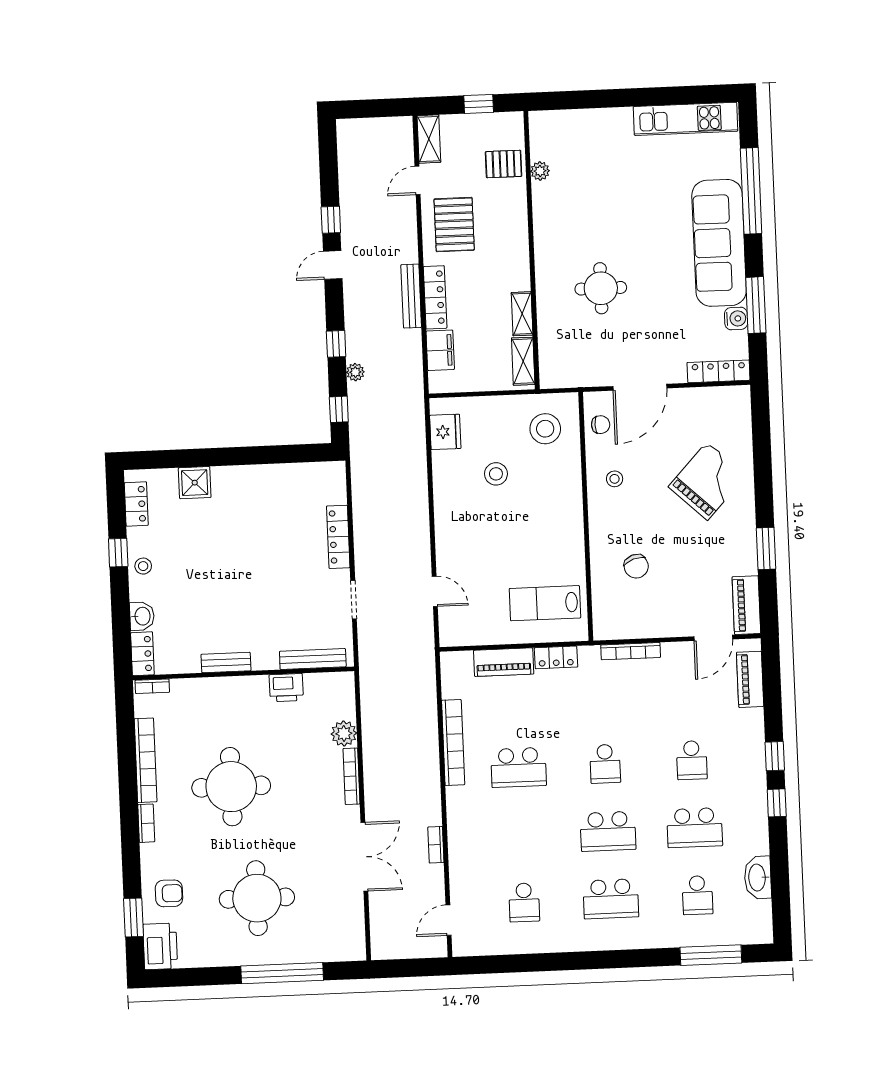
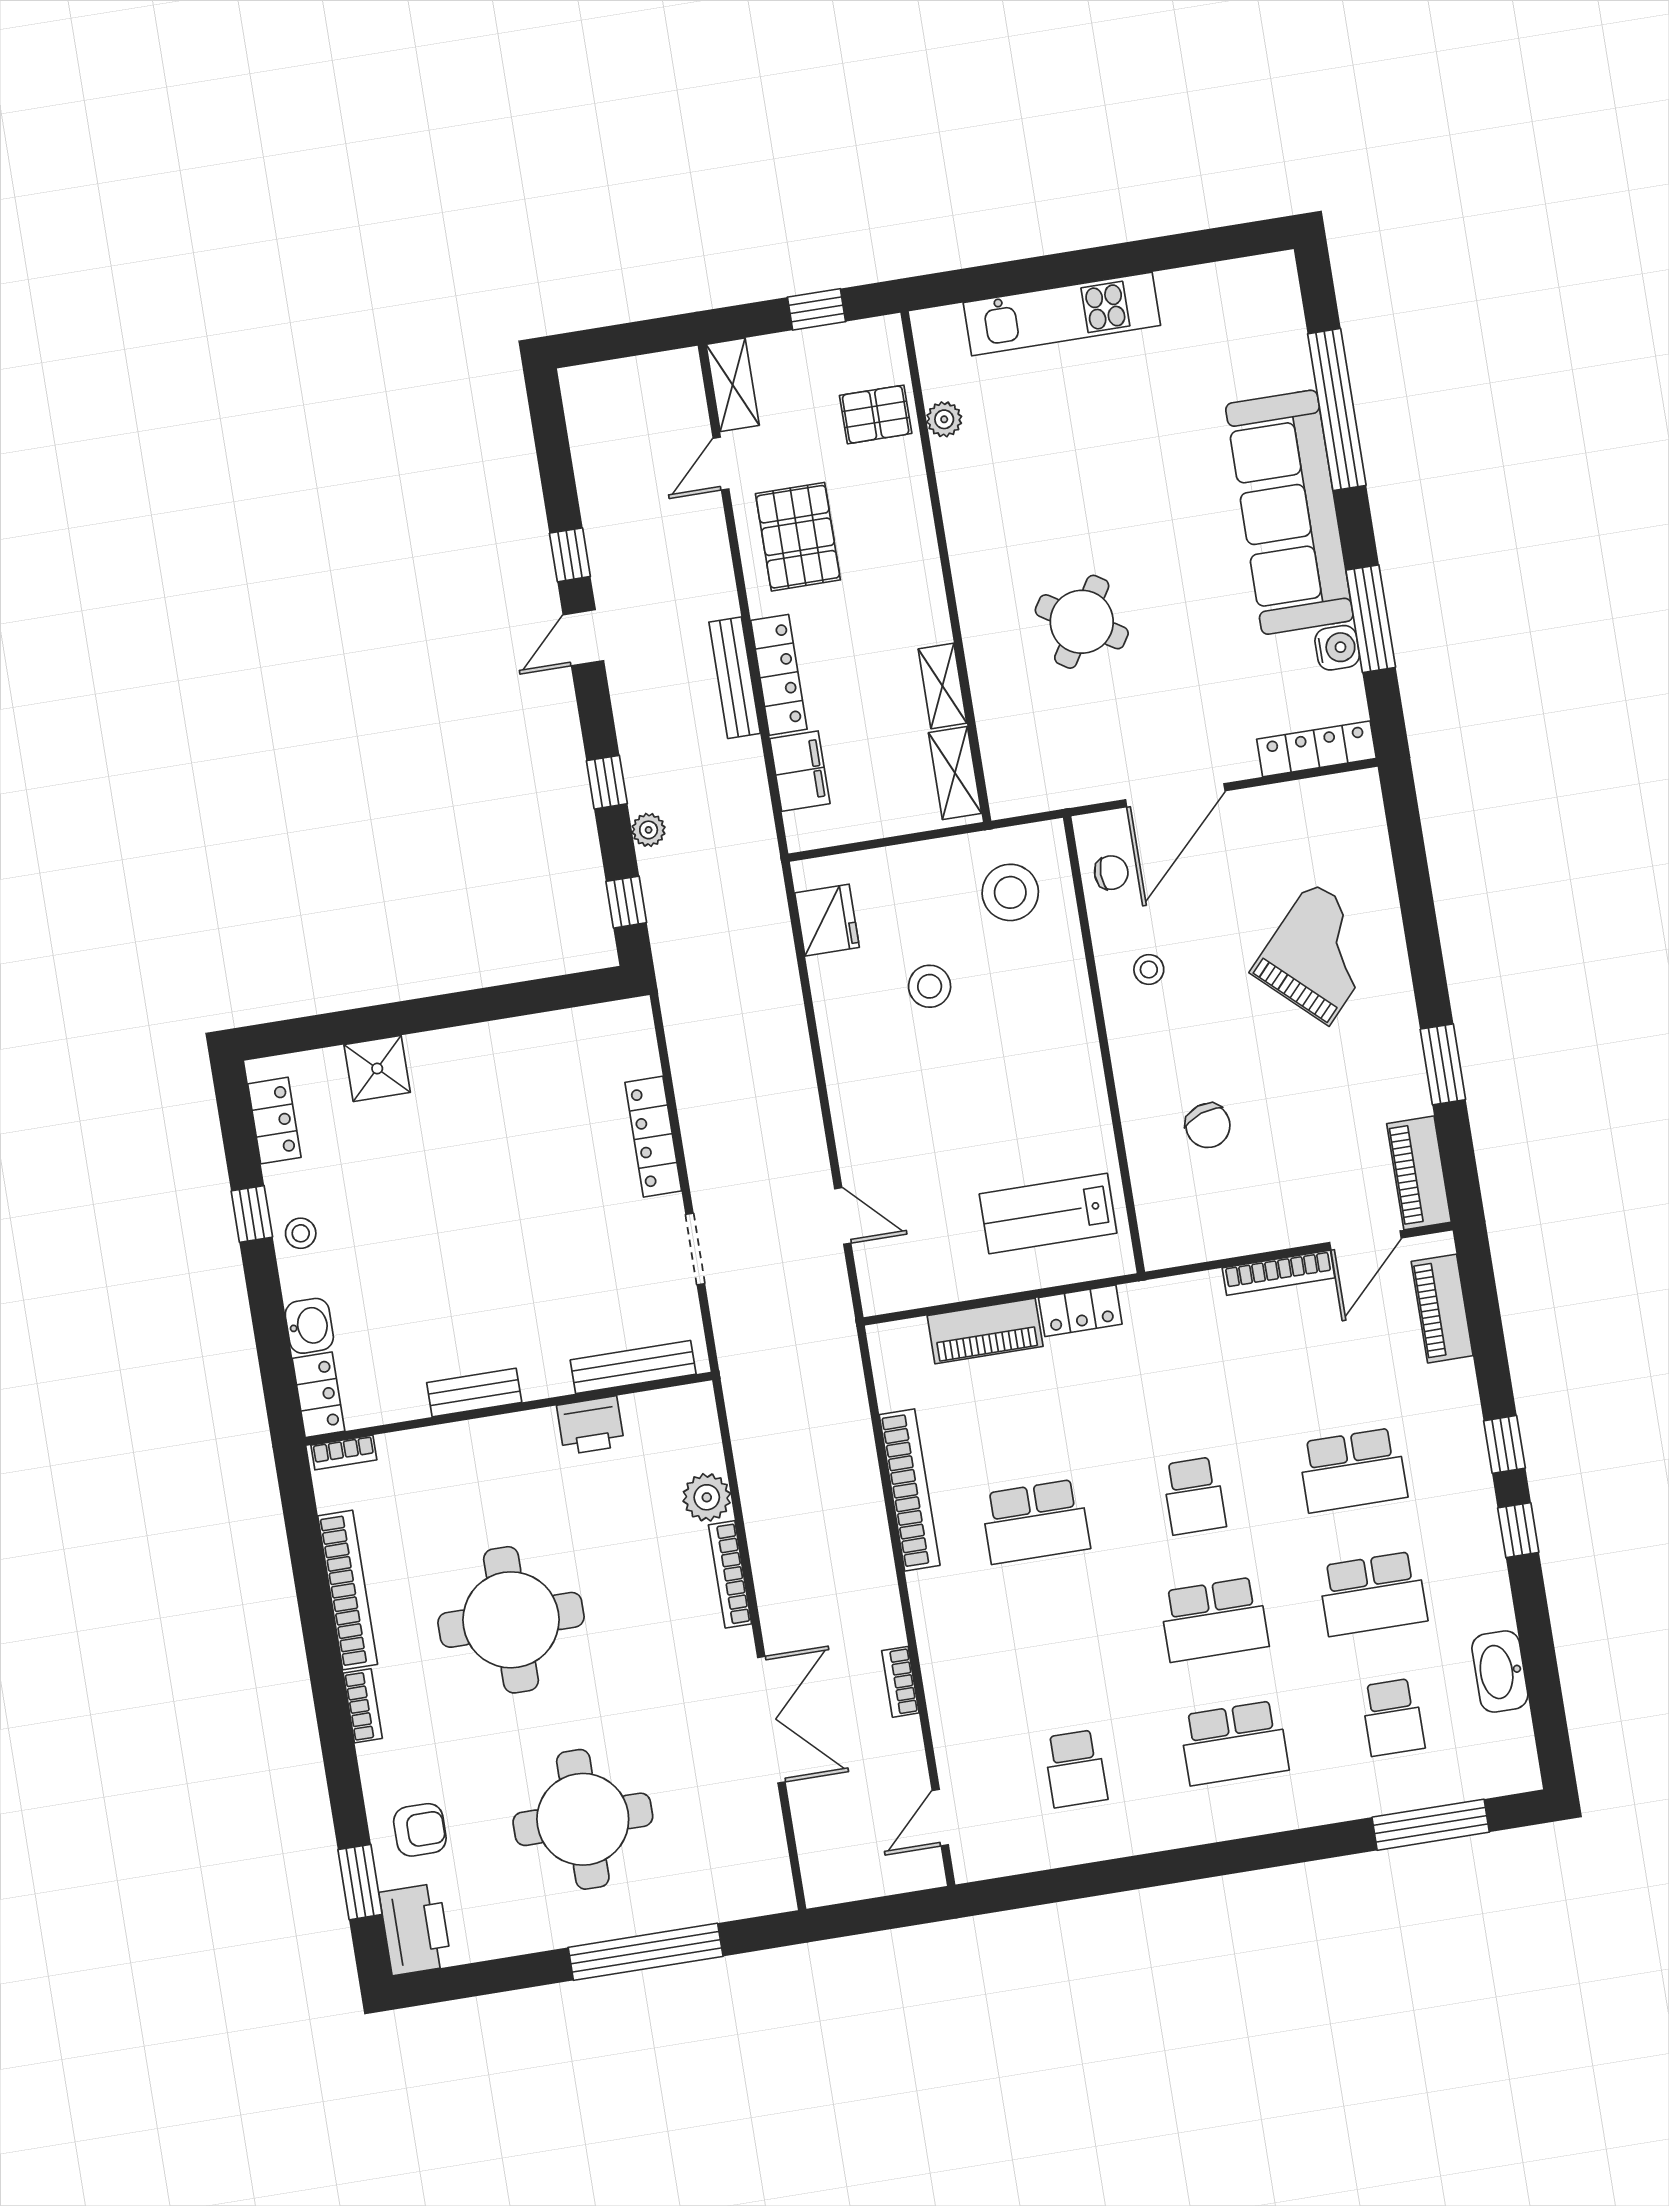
kitchen unit: (686, 119) -> (1062, 314), moved
round table: (601, 288) -> (1082, 622), turned 32
bookcase: (631, 651) -> (1279, 1273), moved
school desk: (692, 760) -> (1353, 1470), width x1.85

